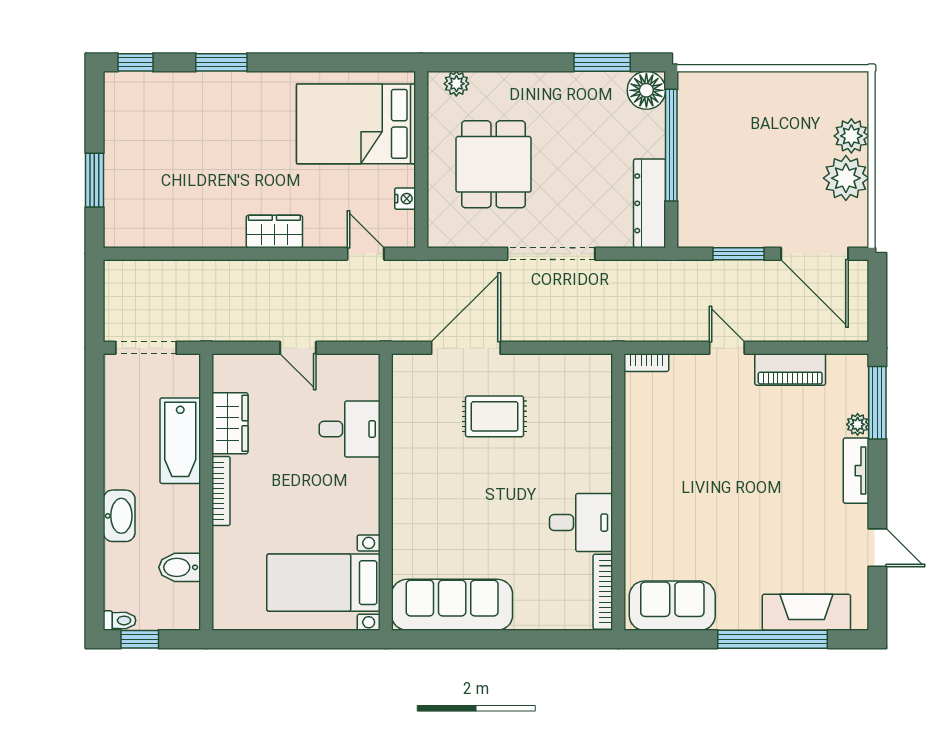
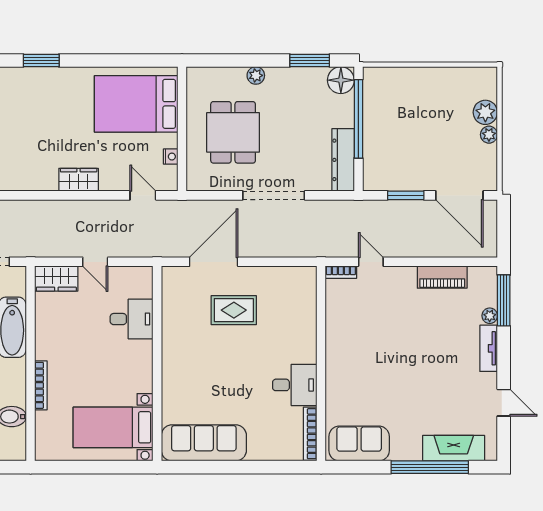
plant: (456, 84) -> (256, 75), moved
plant: (846, 178) -> (489, 135), width x0.53, depth x0.53
door: (727, 348) -> (371, 262), moved
wardrobe: (230, 423) -> (56, 278), moved, turned 90
bookcase: (221, 491) -> (41, 385), moved

